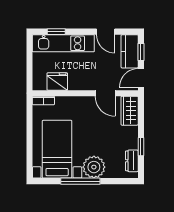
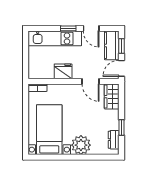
window: (56, 32) -> (68, 28), moved
fridge: (57, 81) -> (63, 71), moved
window: (80, 181) -> (69, 157), removed

